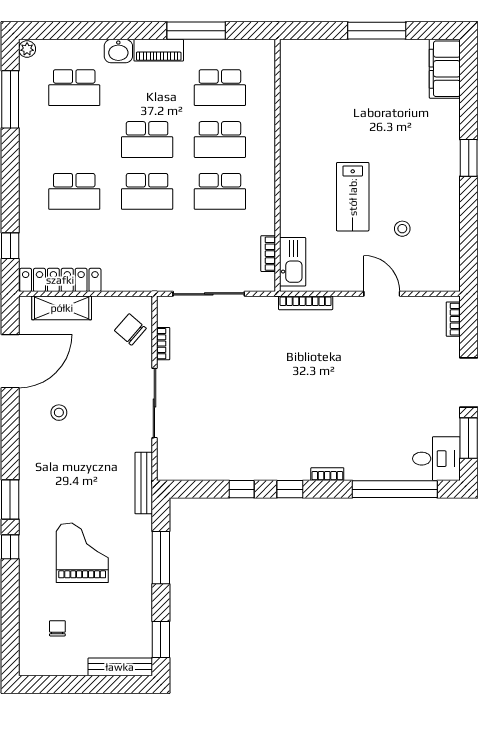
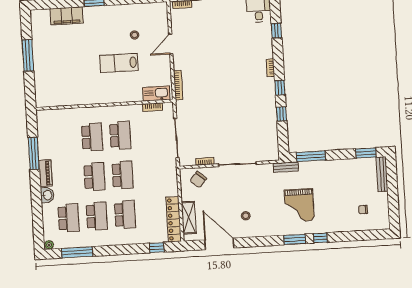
filing cabinet: (445, 69) -> (67, 16), moved
school desk: (220, 88) -> (97, 216), moved
lab bench: (353, 197) -> (119, 63), turned 180
bench: (144, 483) -> (286, 167), width x0.73
window: (395, 489) -> (276, 31), width x0.32
grand piano: (82, 553) -> (299, 205), moved, turned -90
window: (161, 558) -> (311, 156), moved

